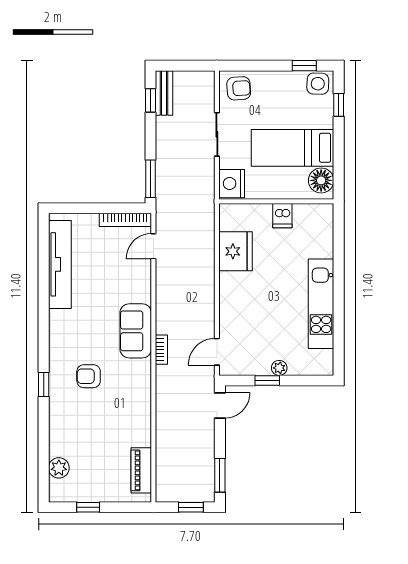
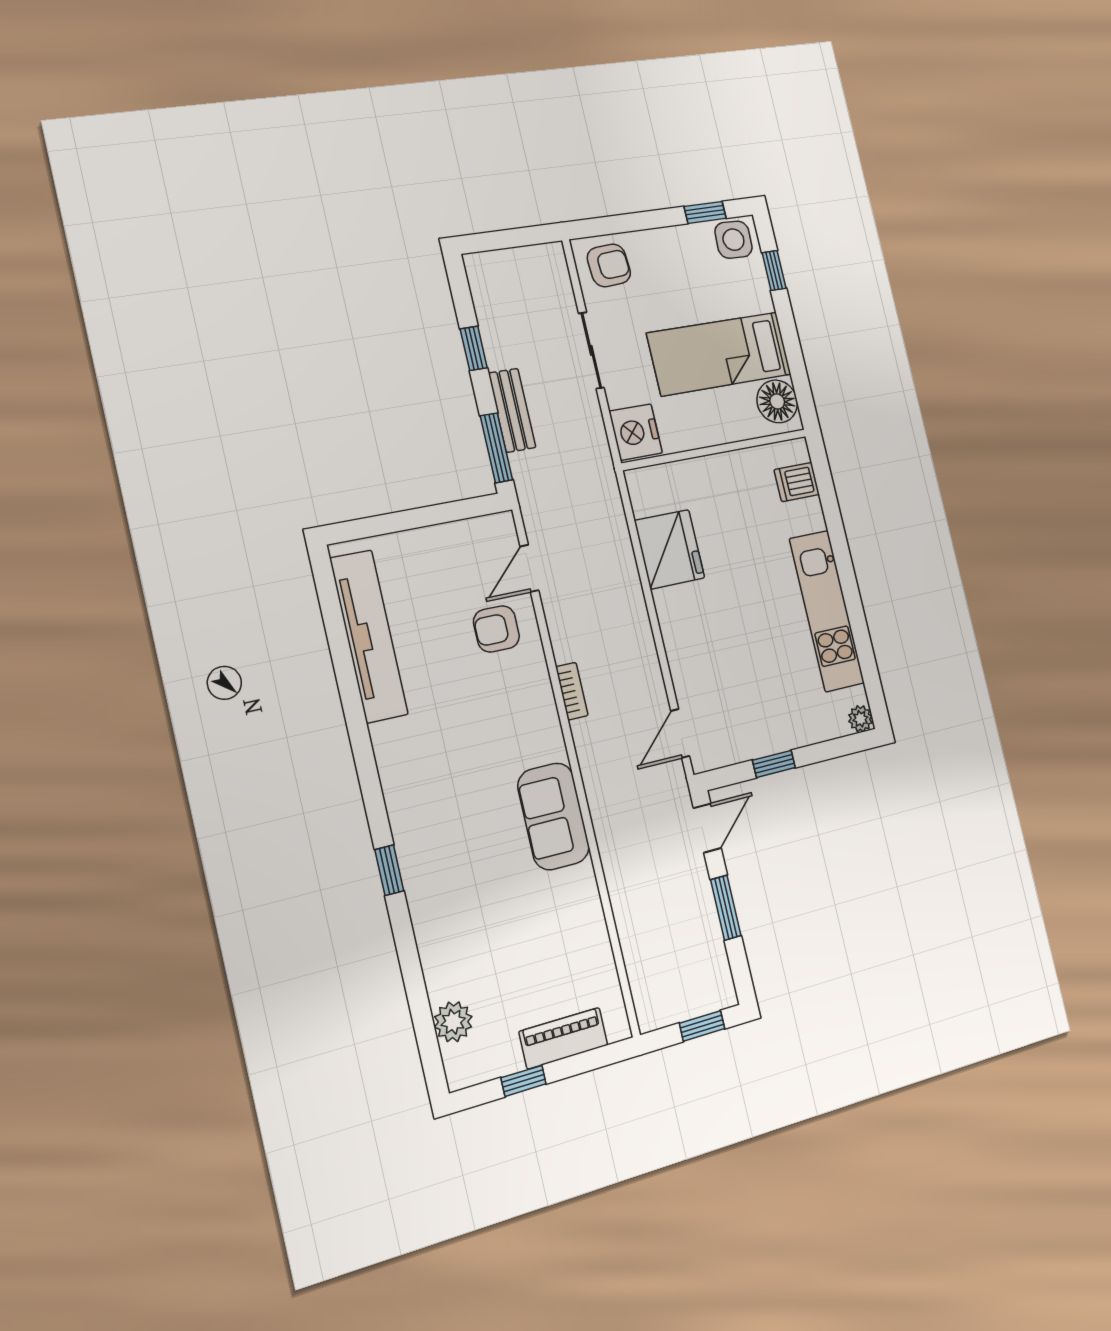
bench: (164, 93) -> (512, 410), moved
window: (151, 100) -> (474, 348), moved
dishwasher: (282, 216) -> (797, 482), moved, turned 90
bookcase: (125, 220) -> (469, 530), removed
sofa: (136, 331) -> (554, 816), moved
bookcase: (161, 350) -> (572, 691), moved
plant: (279, 368) -> (860, 719), moved
armchair: (89, 376) -> (496, 629), moved
piano: (141, 470) -> (563, 1038), moved, turned 90
window: (220, 475) -> (726, 908), moved

